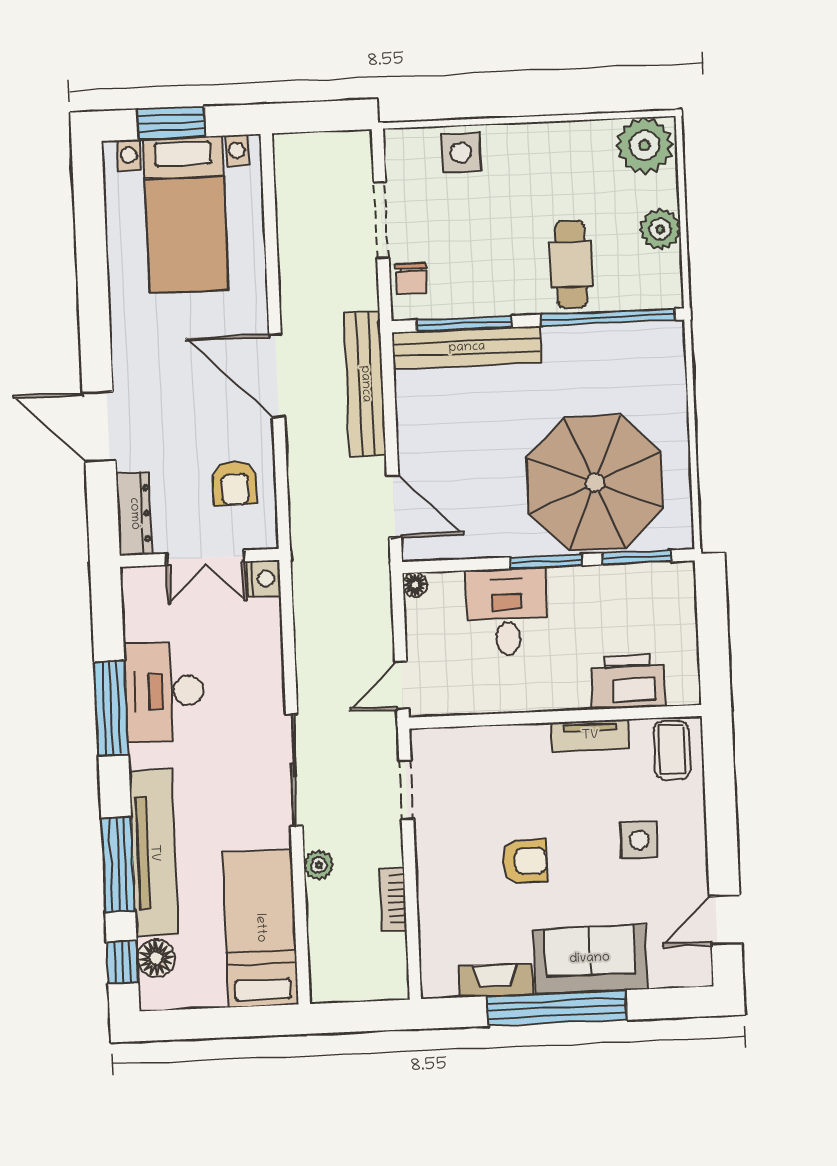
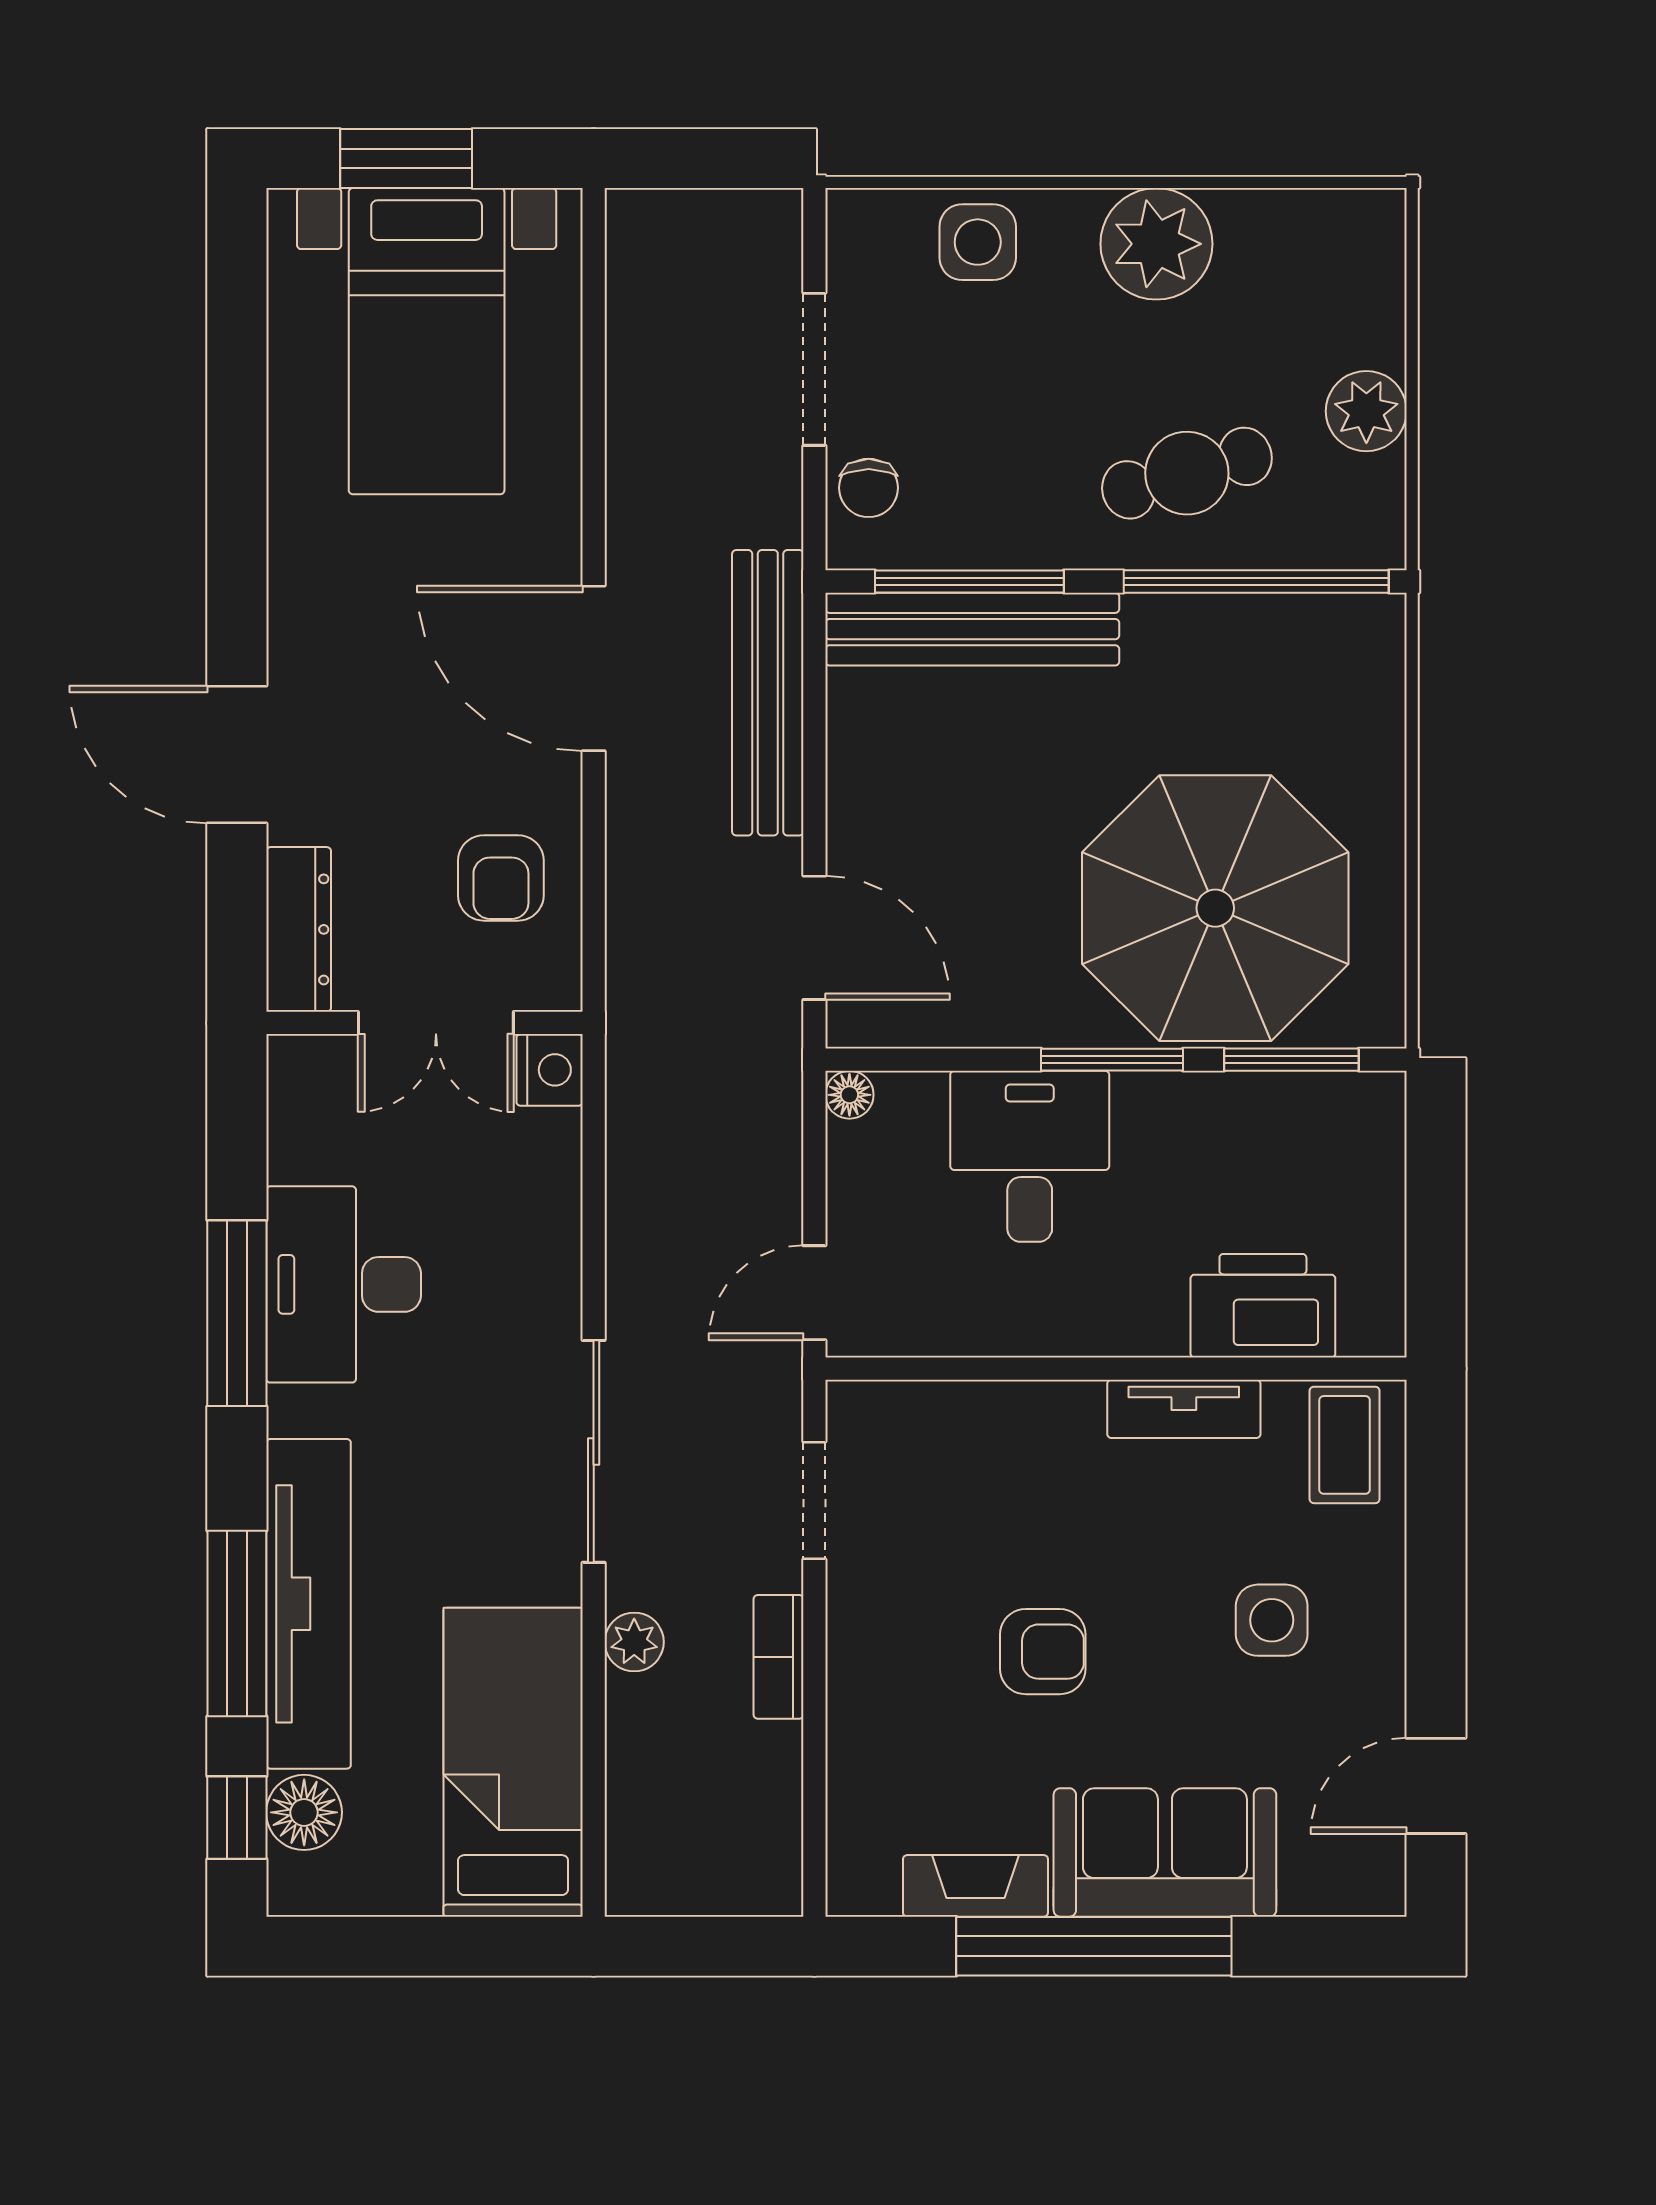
plant: (645, 145) -> (1156, 244), moved
cafe table: (571, 264) -> (1187, 473), turned 74
bookcase: (393, 900) -> (779, 1657), moved

